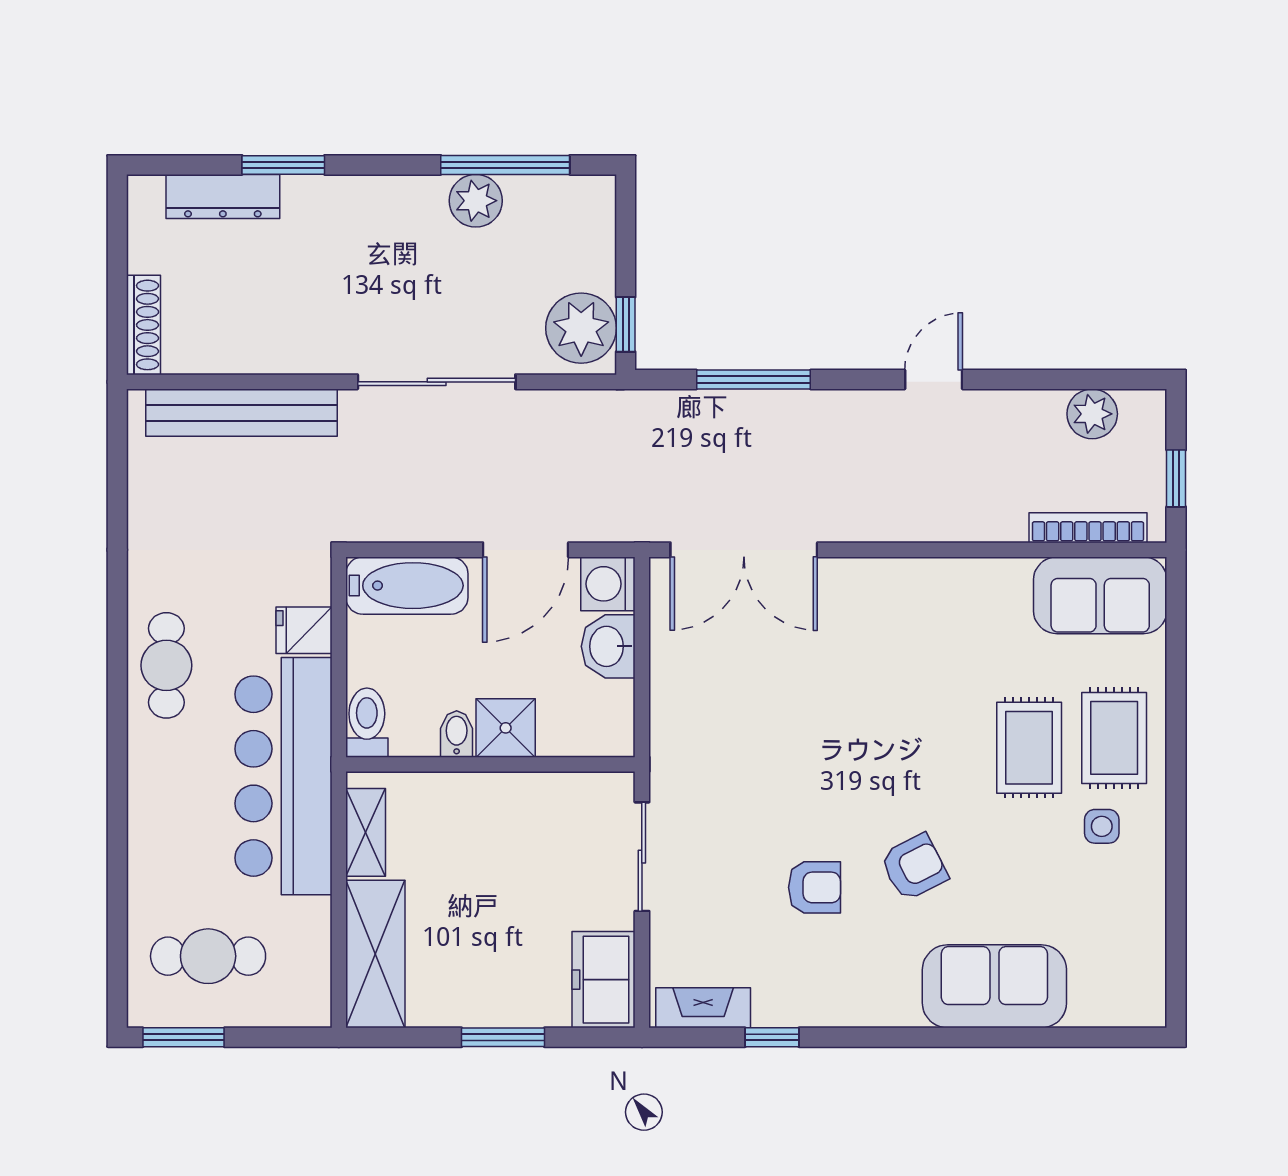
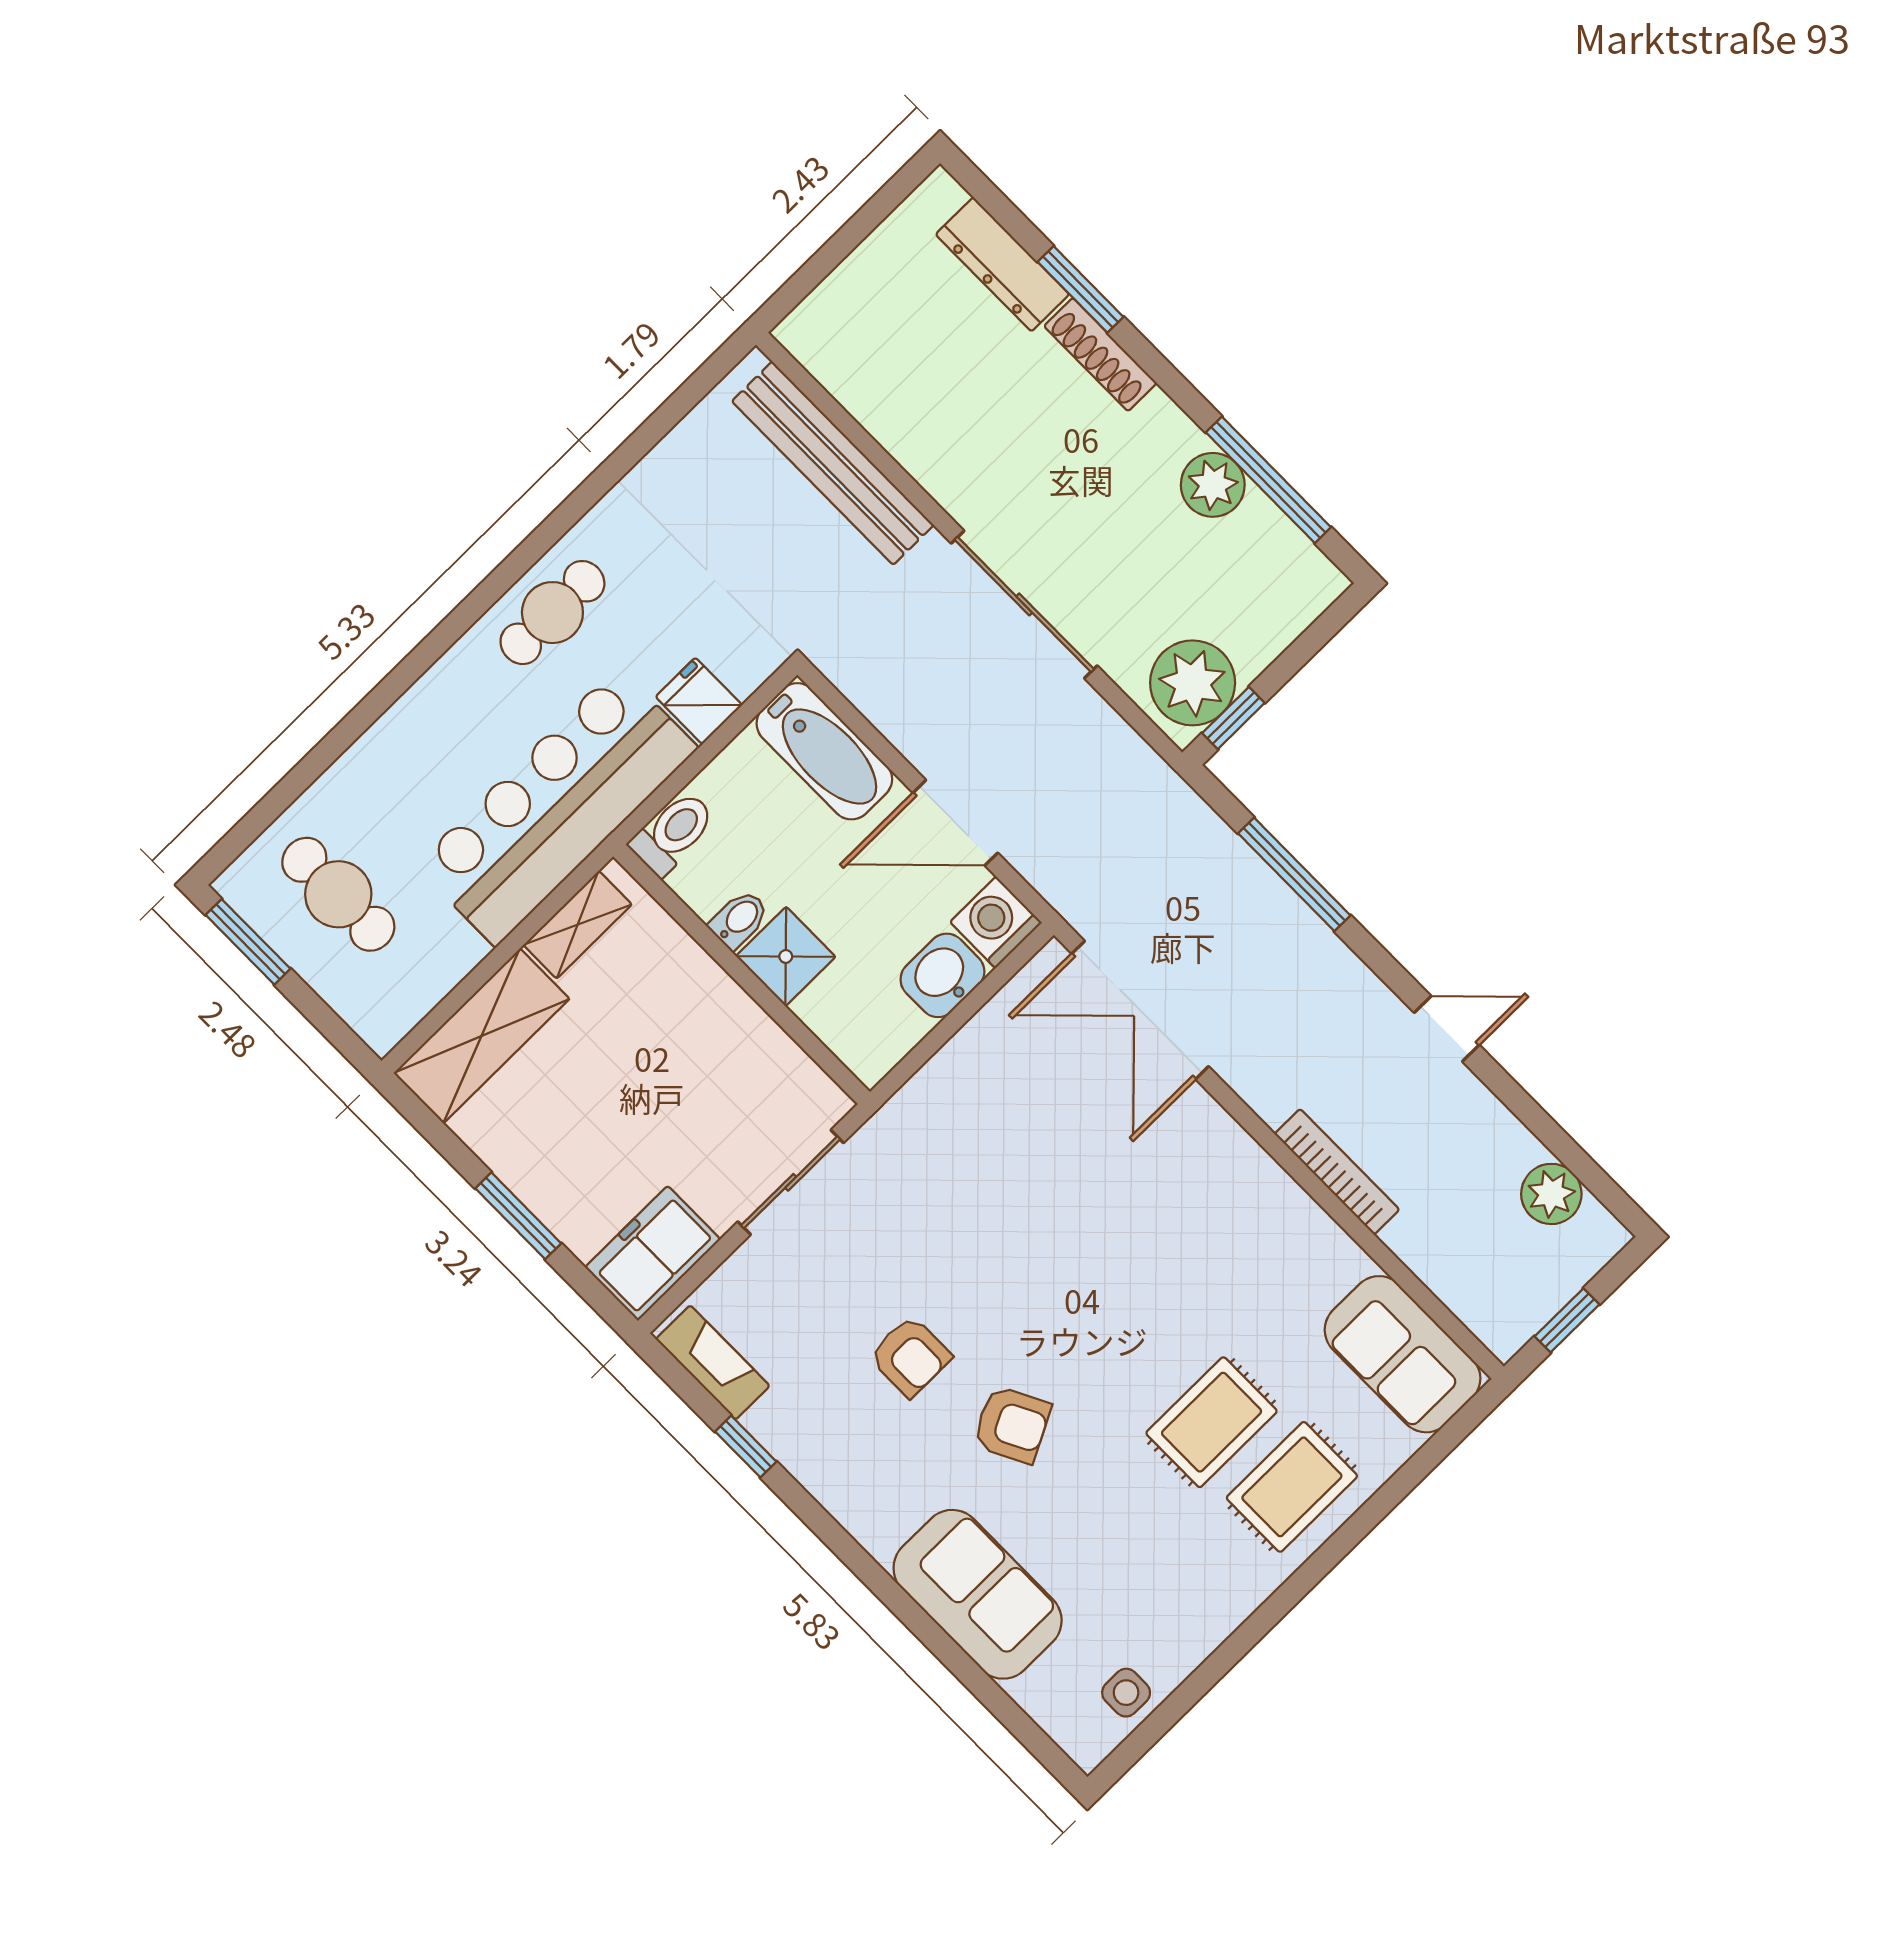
shoe rack: (143, 325) -> (1100, 355), moved, turned 90
bookcase: (1088, 528) -> (1337, 1172), moved
side table: (1102, 826) -> (1126, 1693), moved

